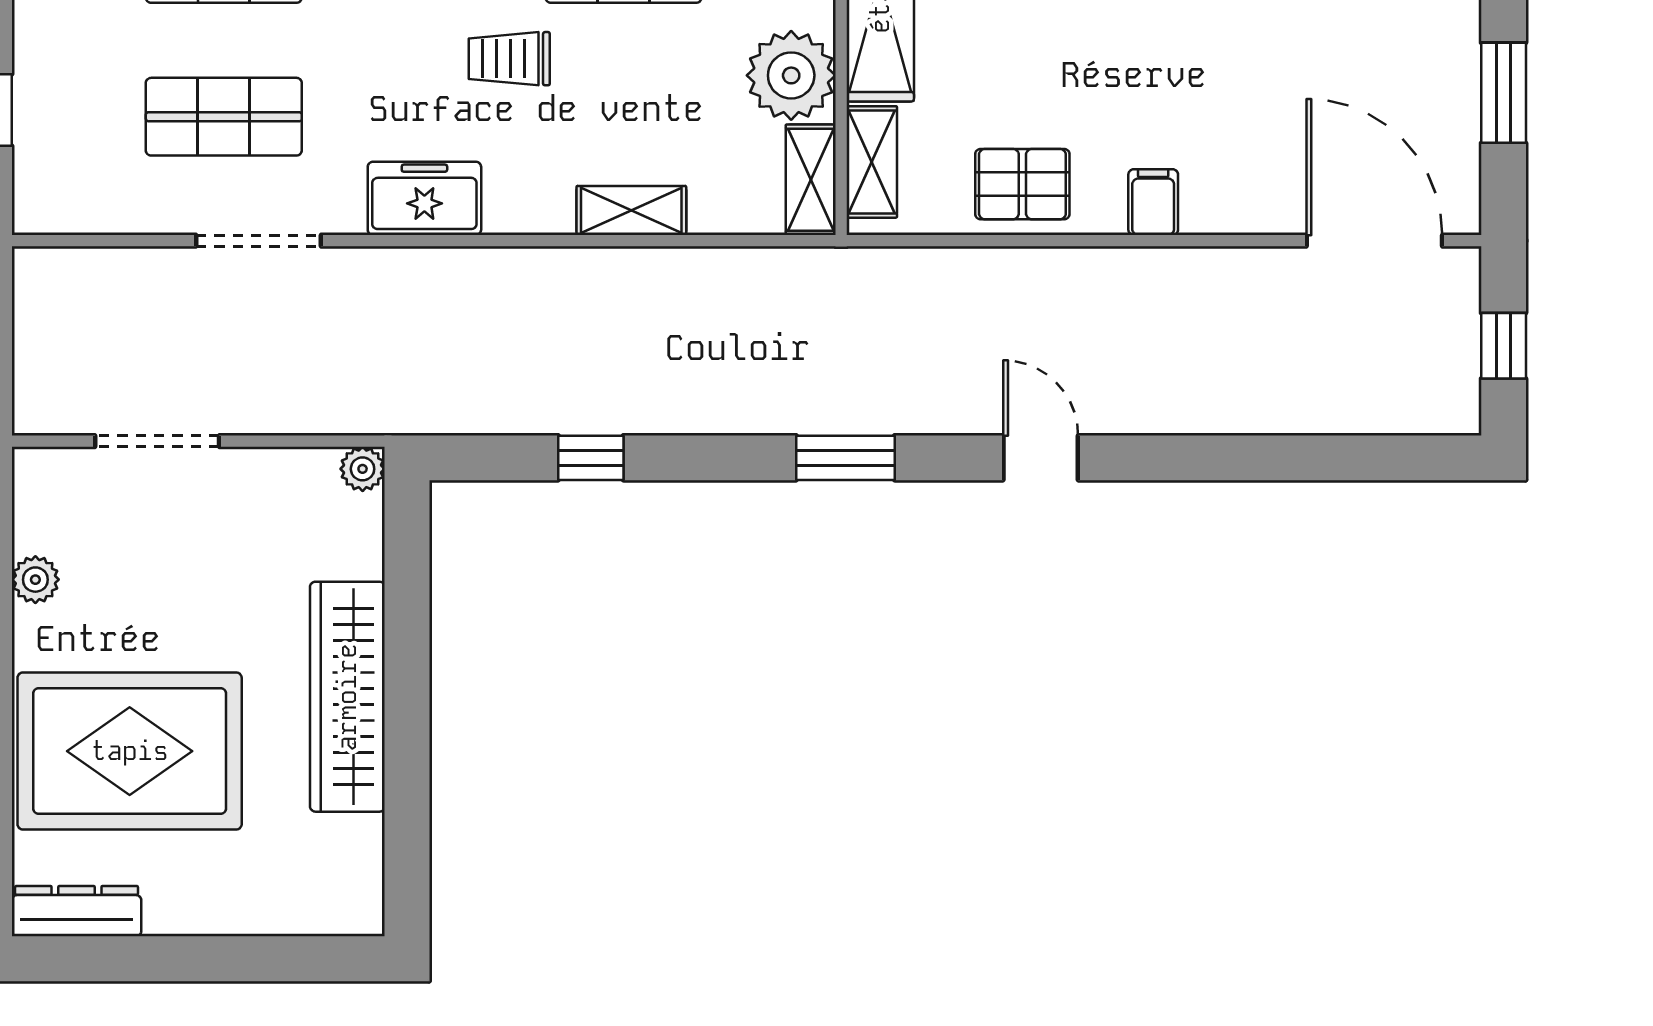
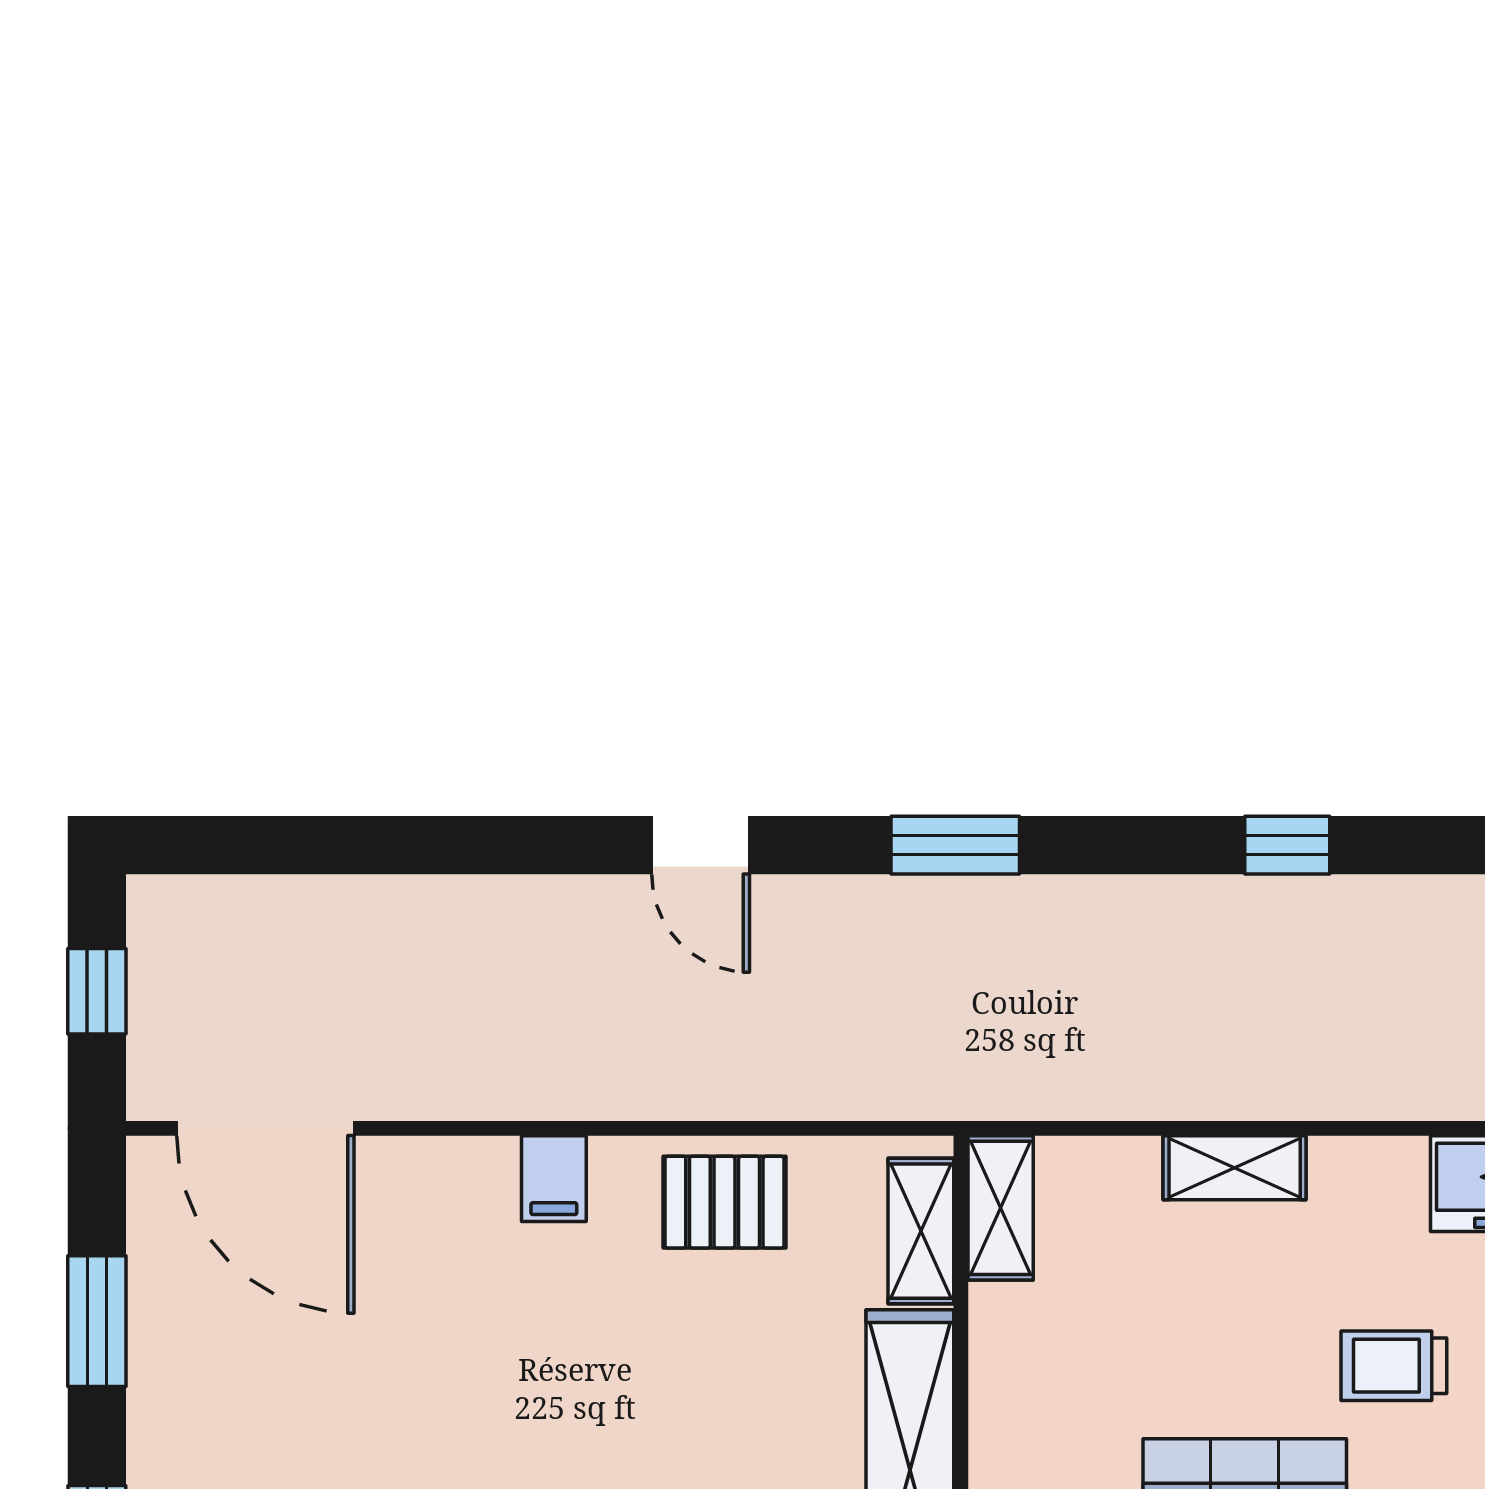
trolley: (509, 59) -> (1394, 1366), turned 180
plant: (791, 75) -> (1026, 1344), removed

